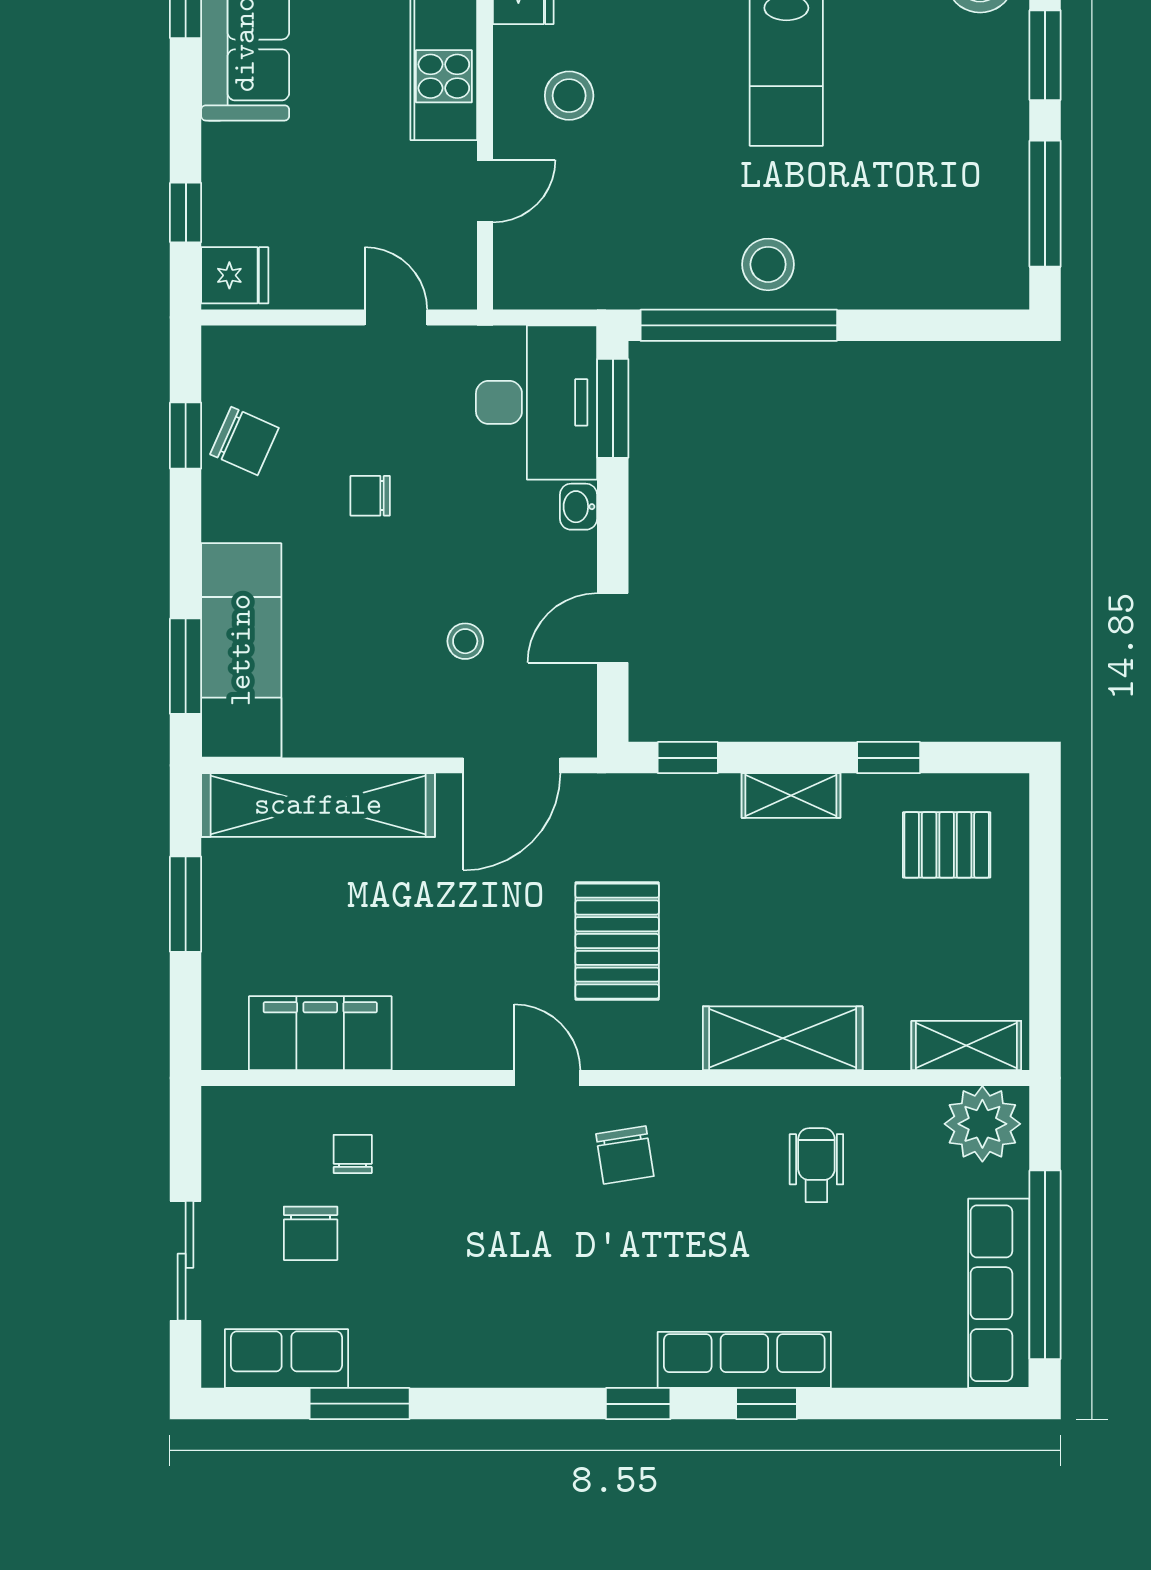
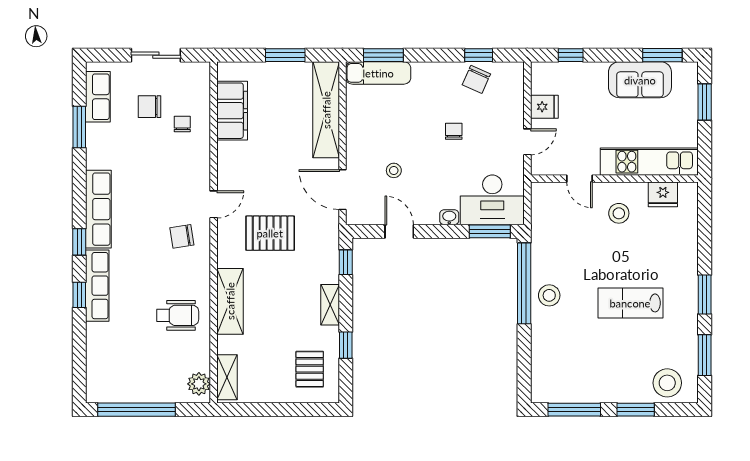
fridge: (235, 275) -> (544, 107), moved, turned -90
exam couch: (241, 650) -> (378, 73), width x0.73, depth x0.69
plant: (982, 1124) -> (199, 384), width x0.73, depth x0.73
chair: (353, 1154) -> (182, 124), turned -90
wheelchair: (816, 1165) -> (178, 315), width x1.36, depth x1.37
sliding door: (186, 1261) -> (156, 55), moved
row of seats: (999, 1293) -> (98, 209), moved, turned 90

